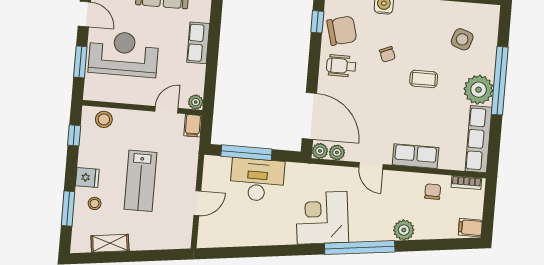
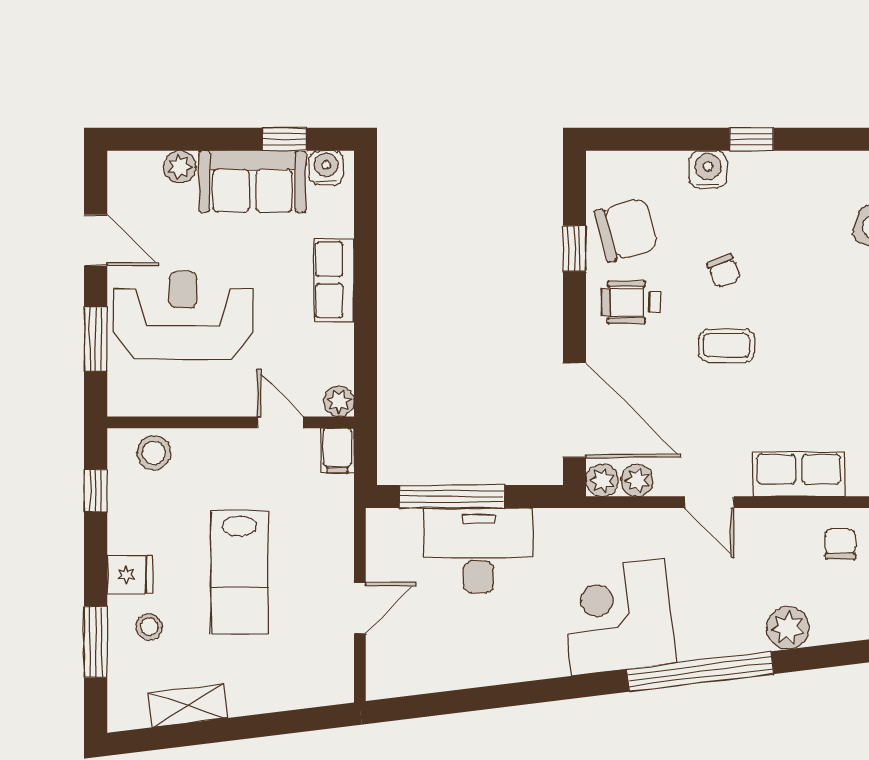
window: (317, 22) -> (575, 248), moved
coffee table: (424, 79) -> (727, 345), moved
door: (167, 110) -> (281, 422), hinge flipped

